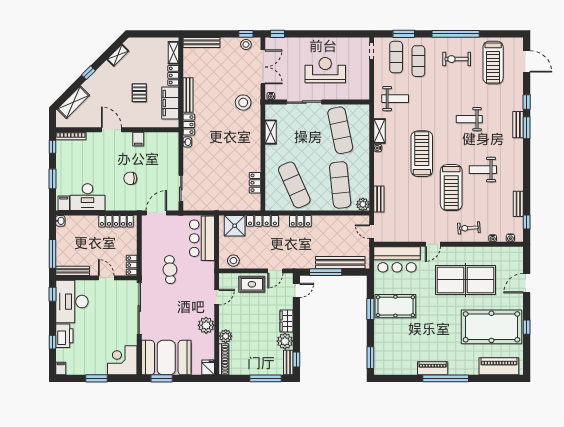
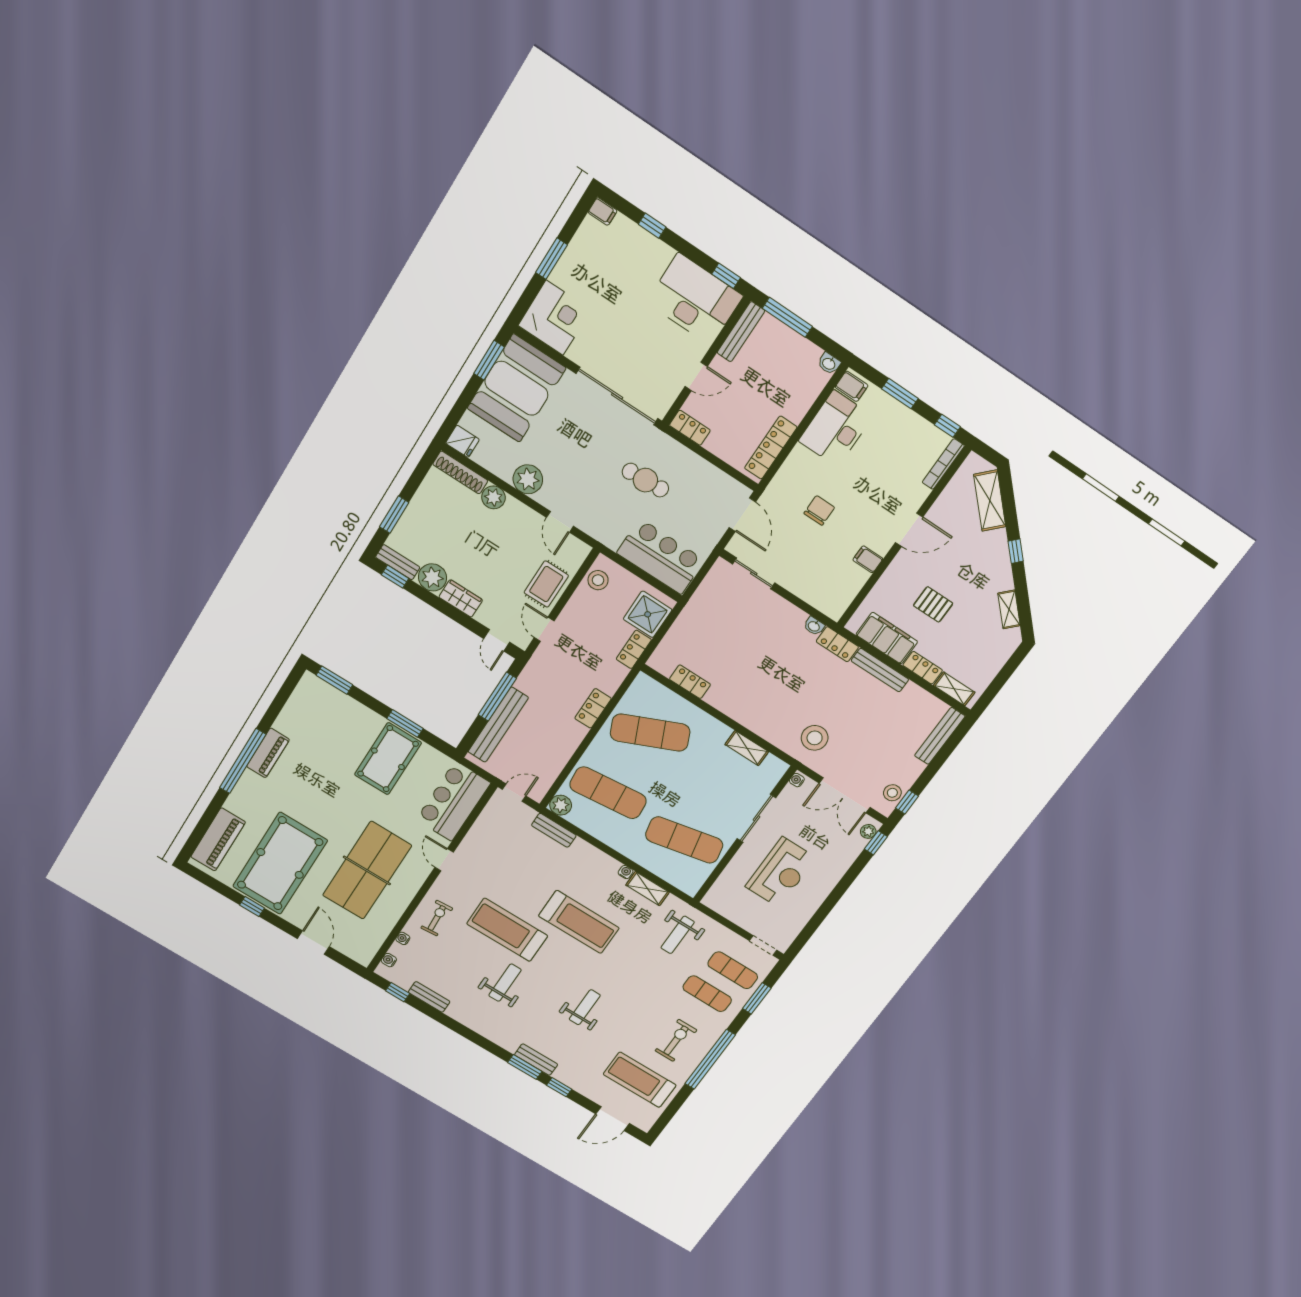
plant: (274, 42) -> (868, 831), added
locker: (262, 221) -> (634, 649), width x0.66
printer: (64, 336) -> (650, 252), removed
window: (265, 378) -> (394, 515), width x0.69

